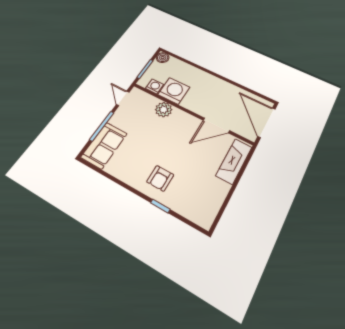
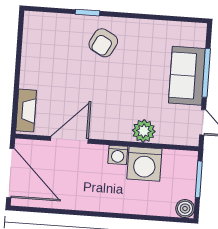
washing machine: (155, 86) -> (118, 155), moved
sofa: (104, 145) -> (187, 76), moved
fireplace: (234, 161) -> (26, 110), width x0.73, depth x0.76
armchair: (160, 178) -> (103, 43), turned -152

